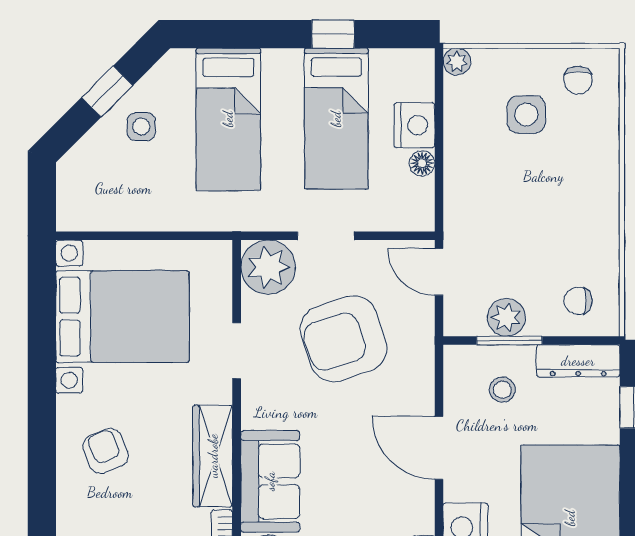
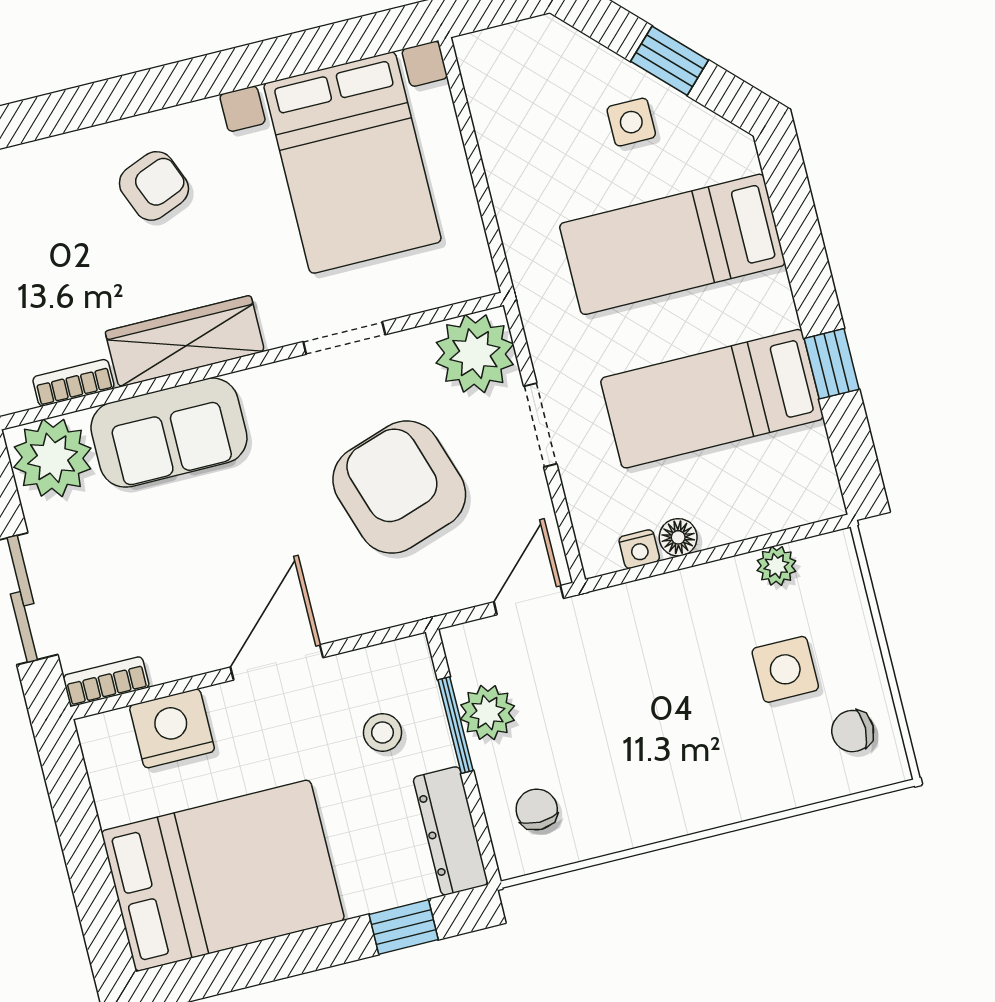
plant: (457, 62) -> (776, 566), moved
nightstand: (415, 125) -> (639, 549), moved, width x0.53, depth x0.56

